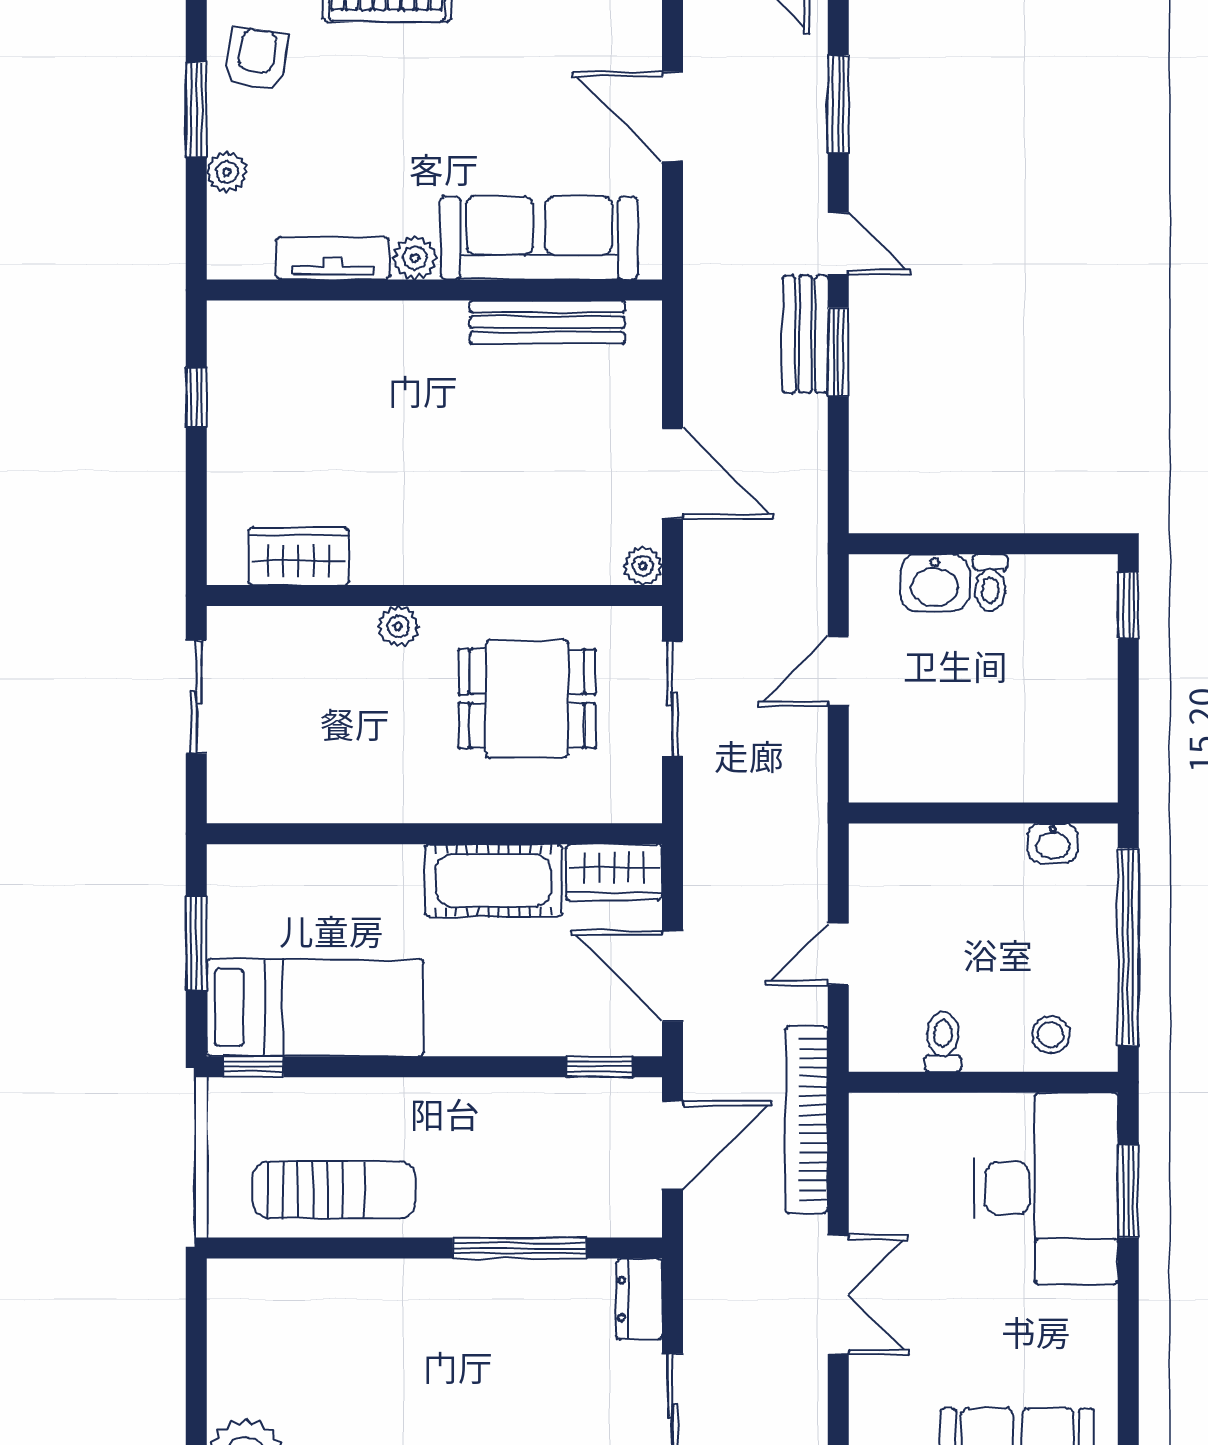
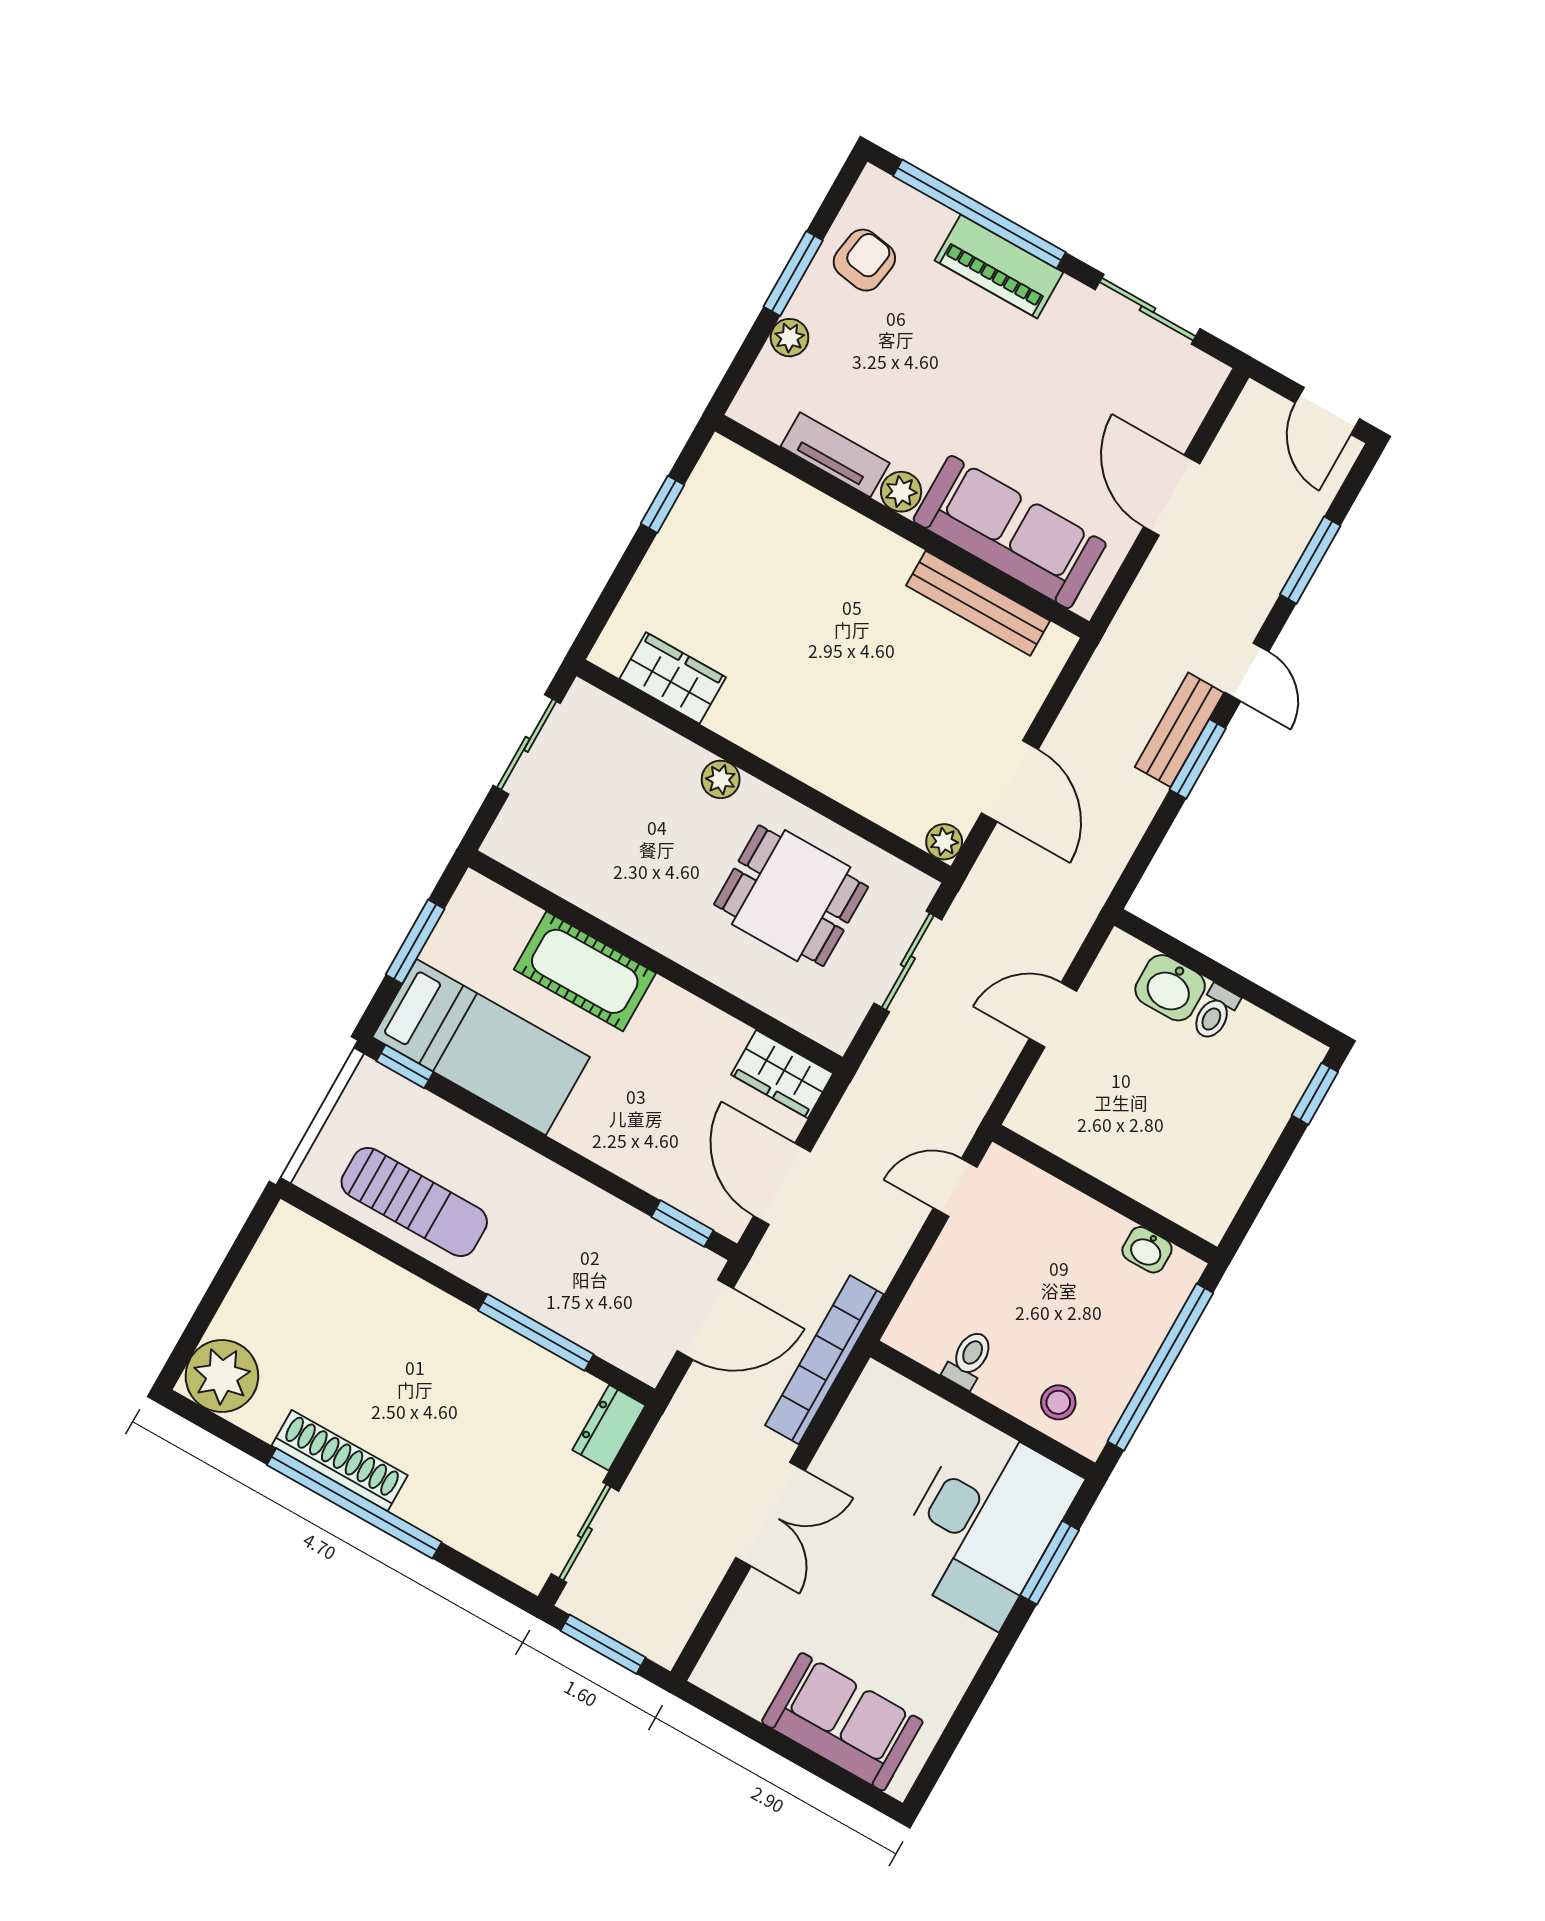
cot: (493, 880) -> (585, 971), moved
door: (838, 954) -> (955, 1187), moved

